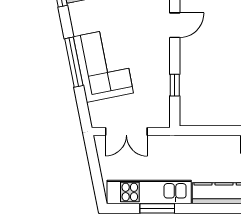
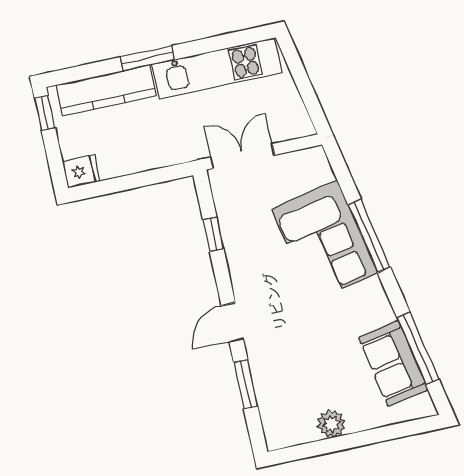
double door: (126, 131) -> (242, 156), moved
window: (157, 208) -> (148, 58), moved

